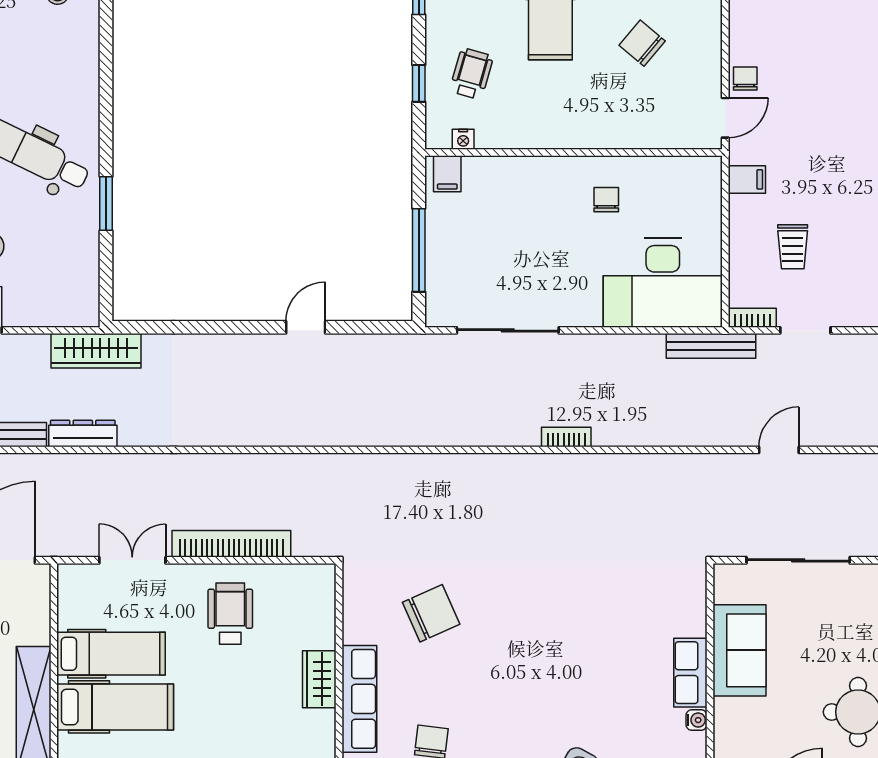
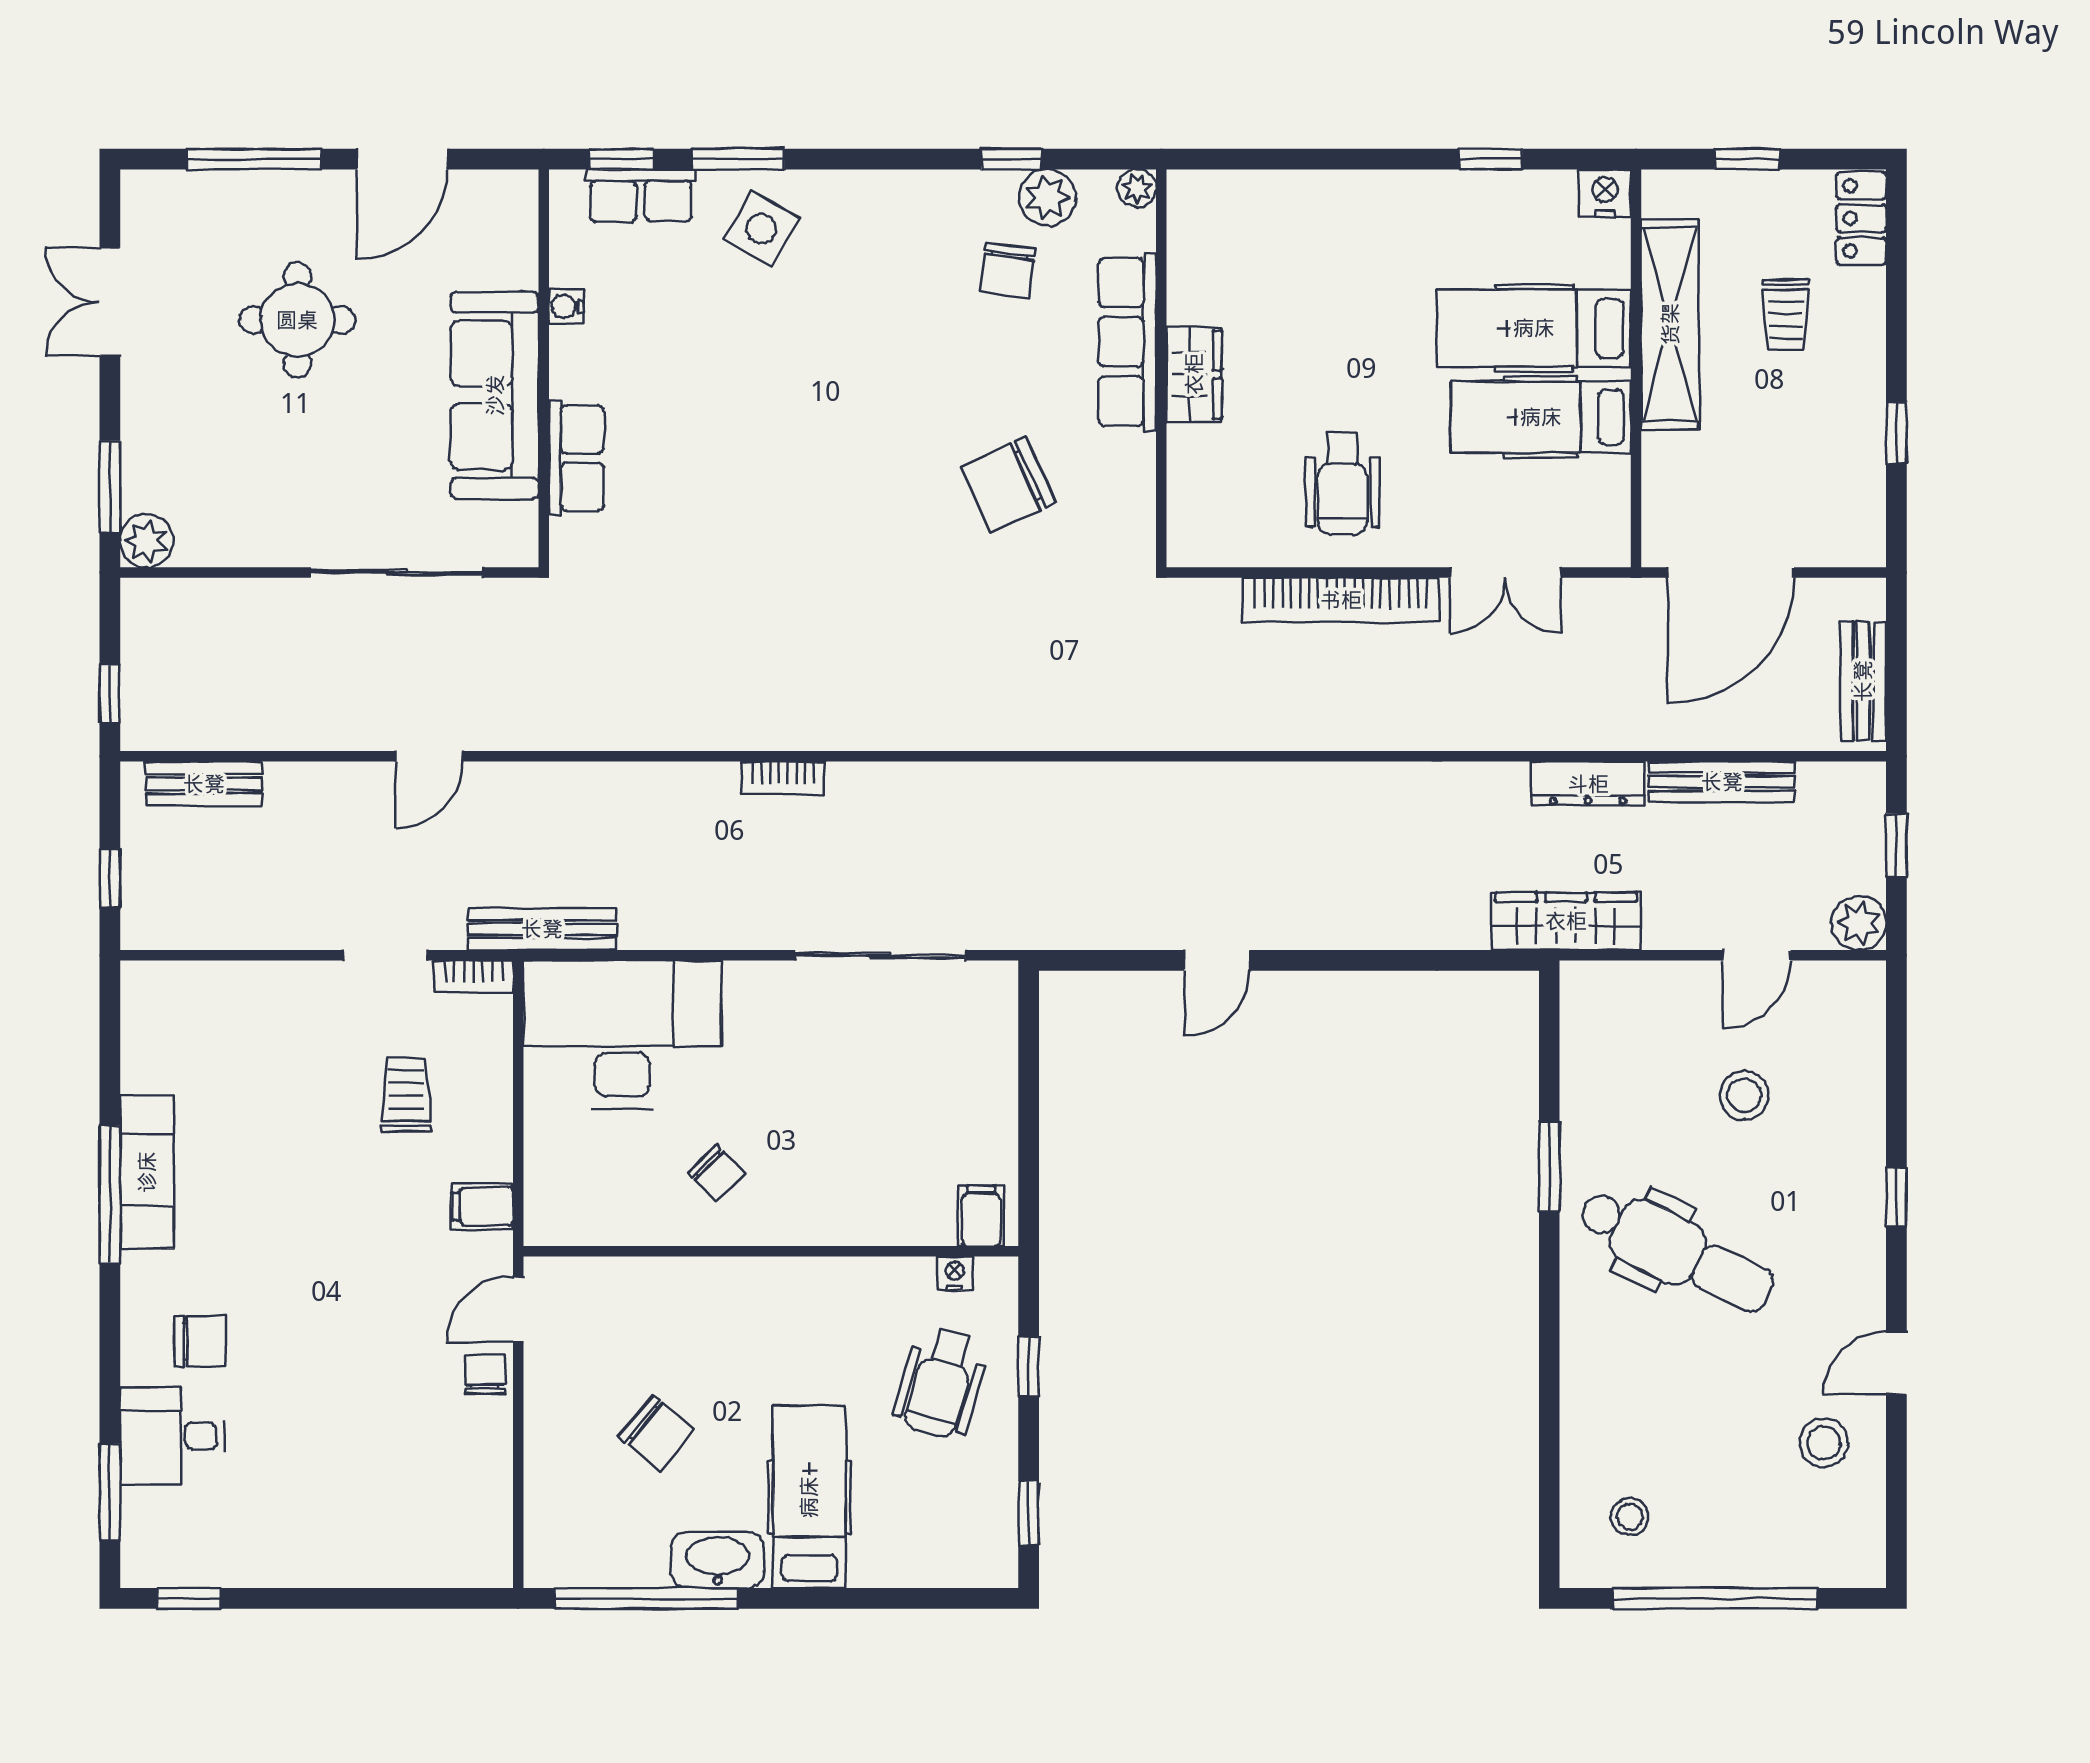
wheelchair: (471, 74) -> (941, 1383), width x1.36, depth x1.37
chair: (745, 79) -> (485, 1374), turned 180
chair: (606, 200) -> (716, 1173), turned -45
window: (419, 250) -> (1029, 1089), removed
sofa: (739, 650) -> (495, 395), width x1.36
row of seats: (690, 673) -> (576, 458), moved

